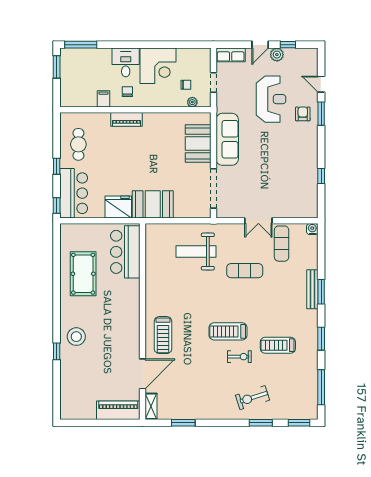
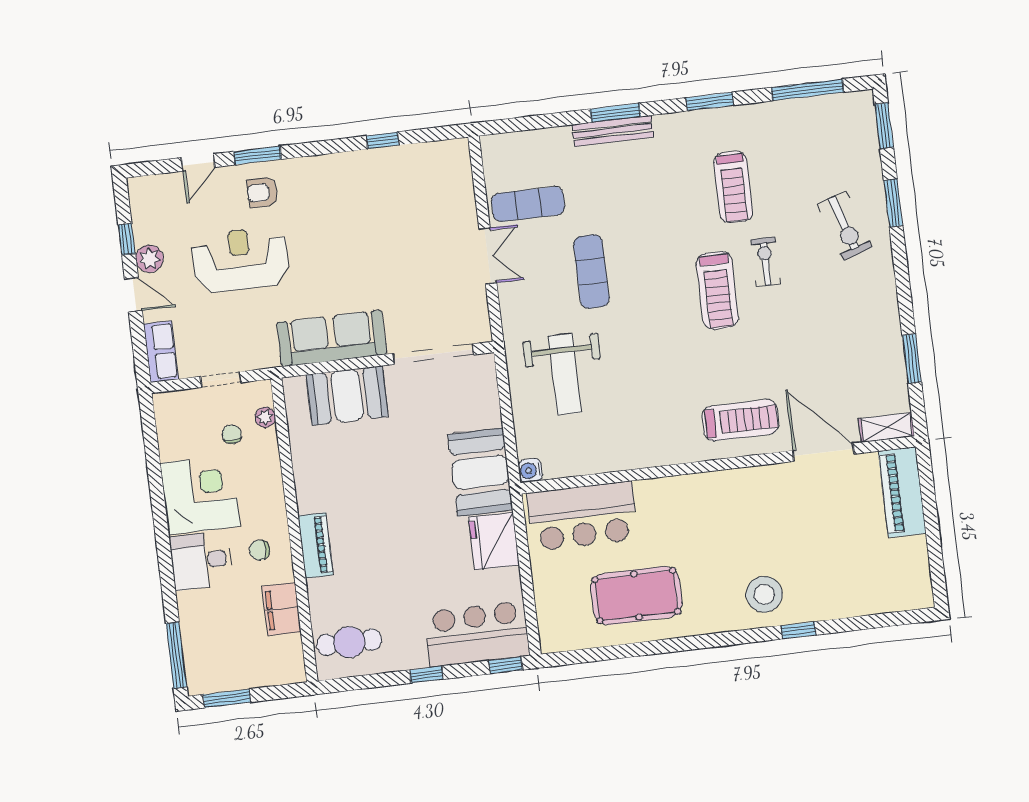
filing cabinet: (103, 99) -> (282, 609), width x2.00
cafe table: (78, 144) -> (349, 642), moved
water cooler: (312, 229) -> (530, 470), moved

